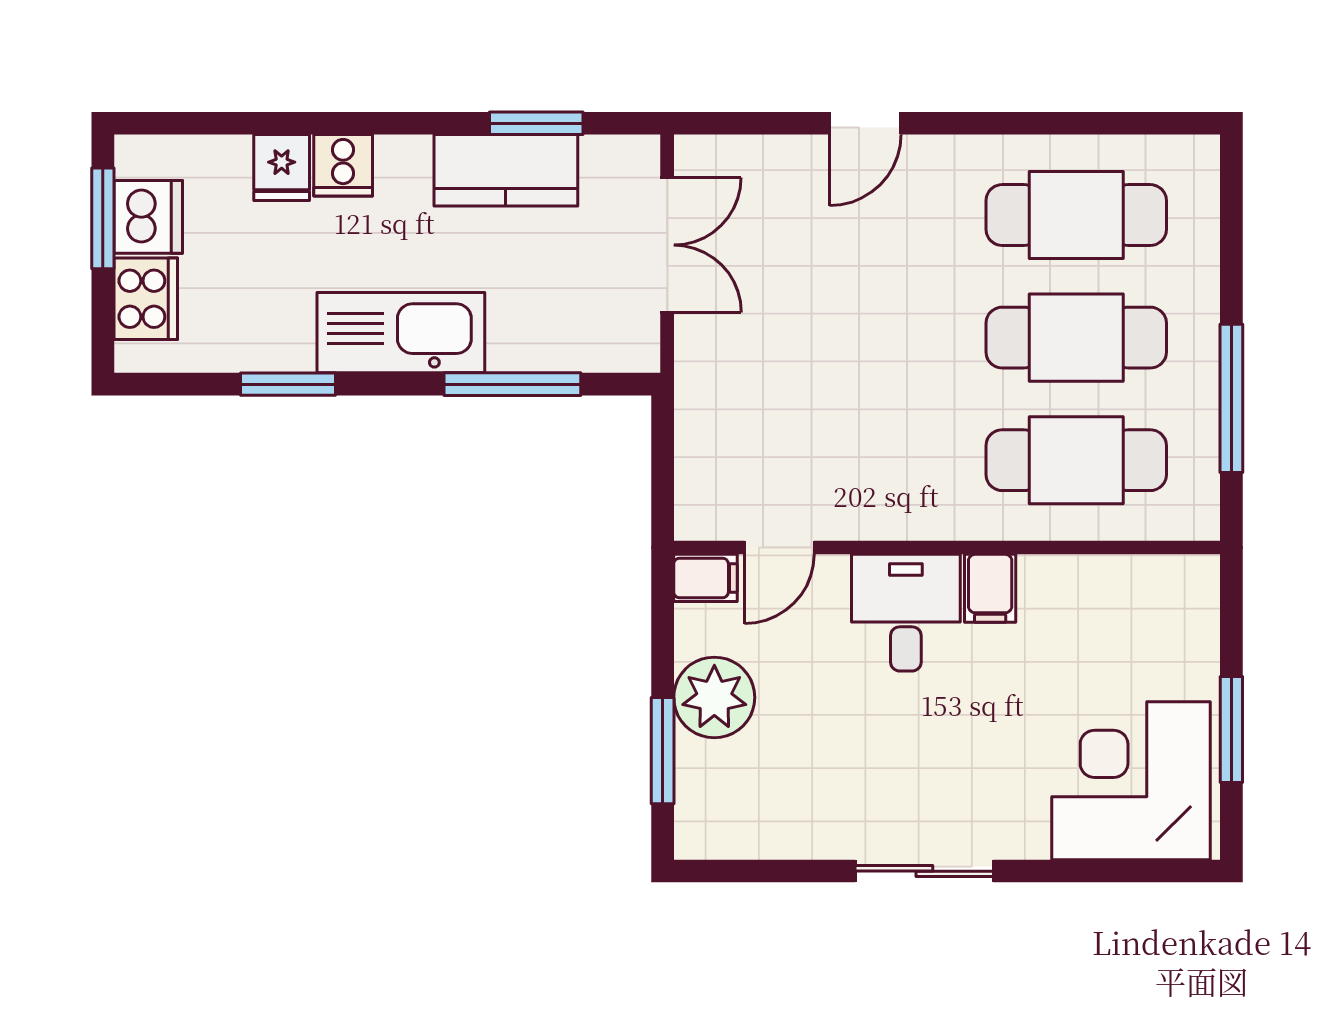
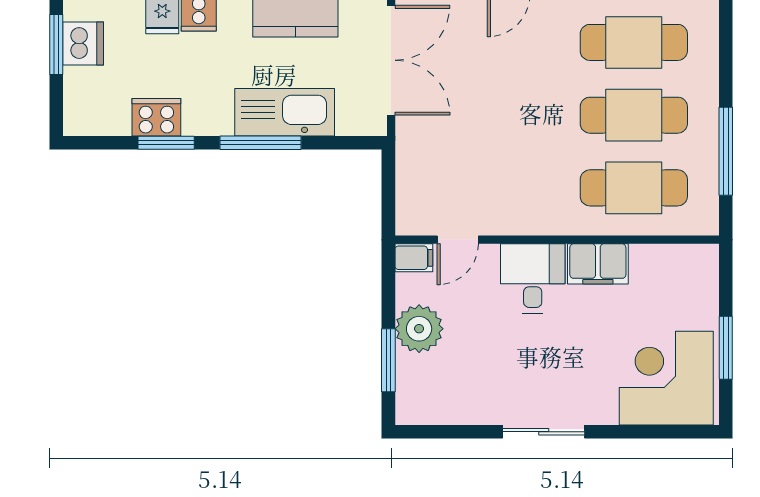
double door: (667, 245) -> (391, 60), width x1.37
cooker: (146, 299) -> (156, 117), moved, turned -90
kitchen sink: (401, 333) -> (285, 112), moved
window: (512, 384) -> (260, 143), moved
filing cabinet: (990, 588) -> (598, 264), width x2.00

